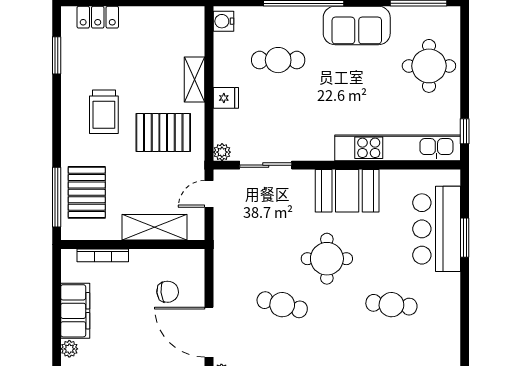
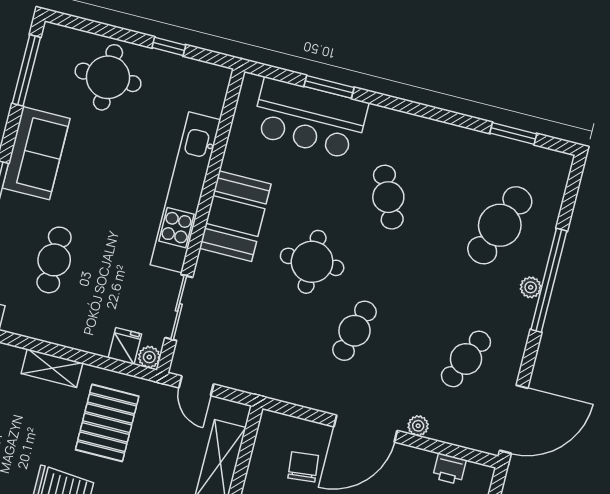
fridge: (226, 98) -> (125, 346), moved
window: (465, 131) -> (169, 46), moved
kitchen unit: (398, 148) -> (185, 192), moved
cafe table: (391, 305) -> (388, 197), turned -30

